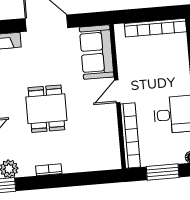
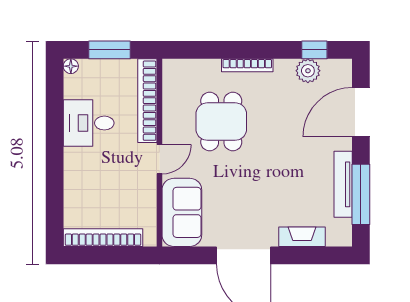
dining table: (46, 109) -> (221, 122), moved
bookcase: (49, 170) -> (247, 65), width x1.56

